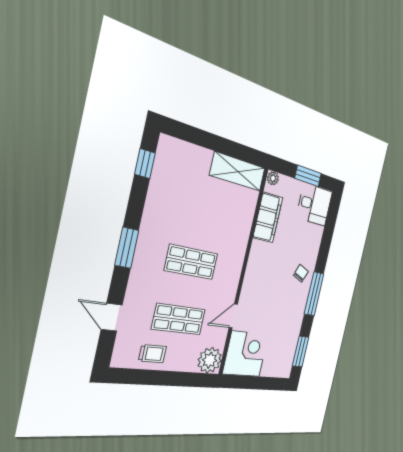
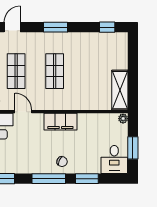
filing cabinet: (268, 218) -> (60, 122), moved
window: (325, 246) -> (87, 179), added

